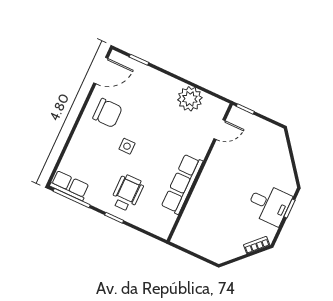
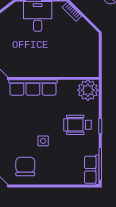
row of seats: (182, 184) -> (33, 87), moved
plant: (161, 222) -> (88, 90), added

